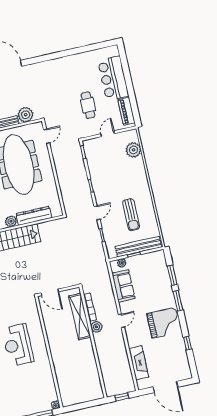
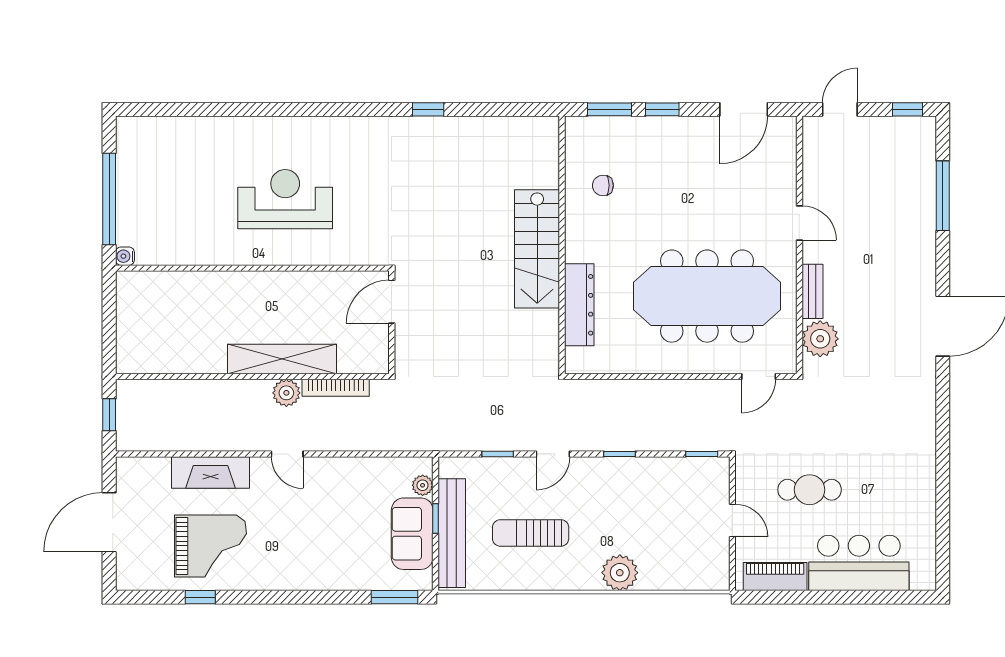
door: (47, 136) -> (759, 377), hinge flipped
plant: (134, 150) -> (620, 573), moved
door: (97, 213) -> (553, 454), hinge flipped
plant: (11, 221) -> (578, 248), removed
window: (172, 275) -> (394, 597), moved
sofa: (123, 286) -> (412, 534), moved, turned 90
window: (178, 301) -> (304, 597), removed
shelving: (80, 317) -> (282, 359), moved
grand piano: (164, 323) -> (210, 546), moved, turned -90
fireplace: (139, 363) -> (211, 472), moved

